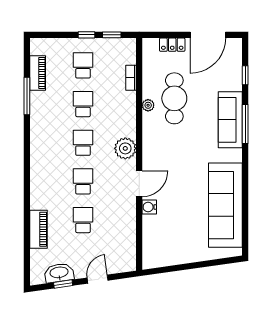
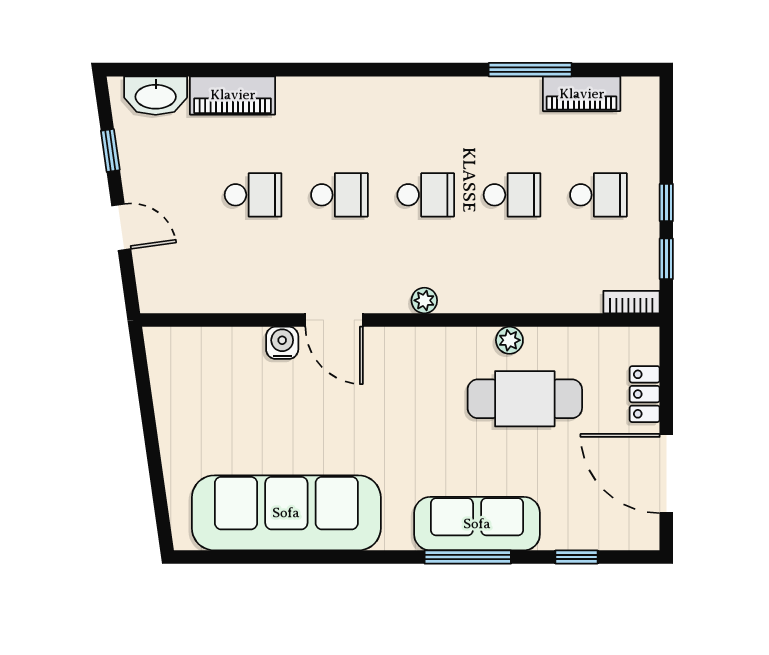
bookcase: (131, 78) -> (631, 302), moved
plant: (125, 148) -> (424, 300), width x0.53, depth x0.53
washbasin: (59, 273) -> (156, 96), moved, turned 98

